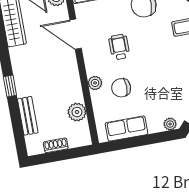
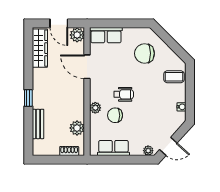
wheelchair: (119, 47) -> (124, 94), moved, turned 90
shoe rack: (56, 145) -> (69, 151), moved

